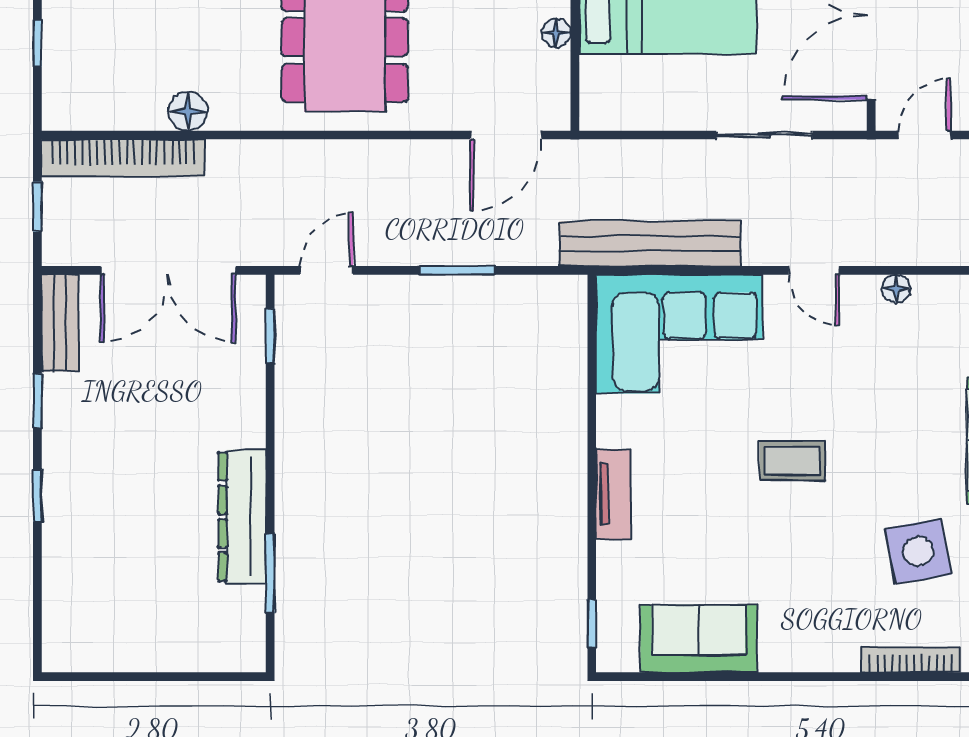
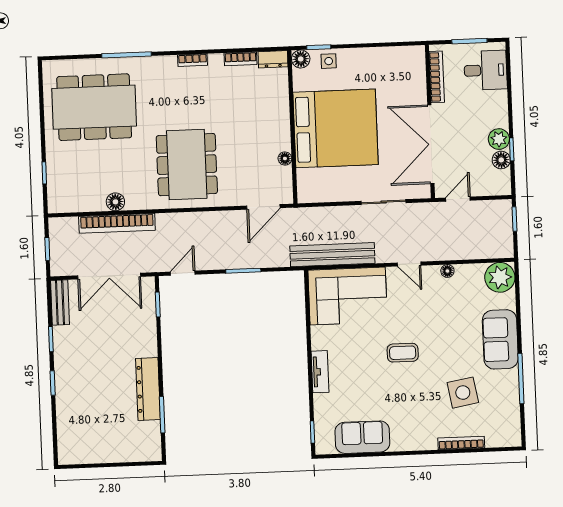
bookcase: (123, 158) -> (117, 223), moved

